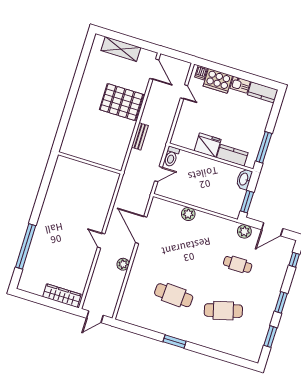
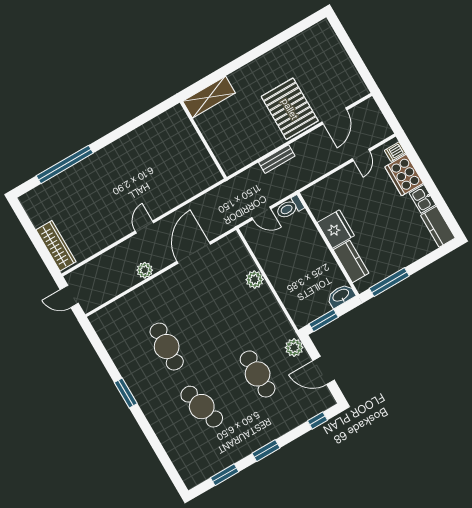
shelving: (121, 49) -> (209, 97), moved, turned 90
door: (154, 69) -> (334, 116), moved
cafe table: (238, 264) -> (258, 374), width x1.37, depth x1.35

